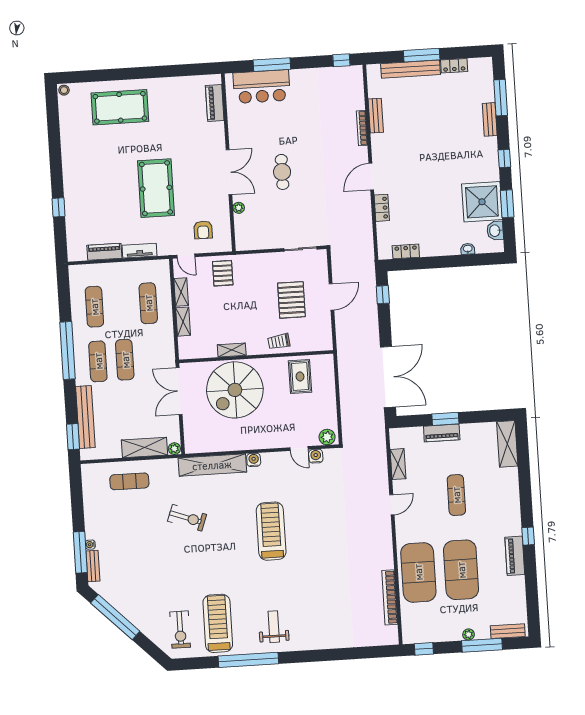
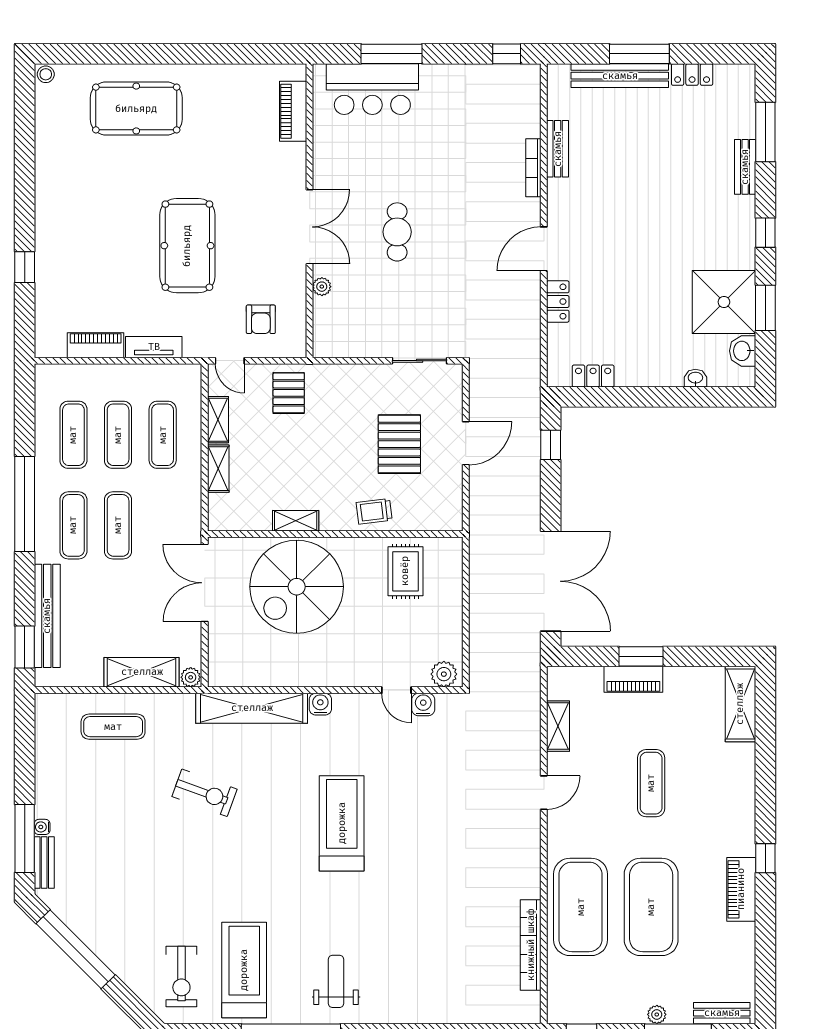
exercise mat: (121, 305) -> (118, 435), added

